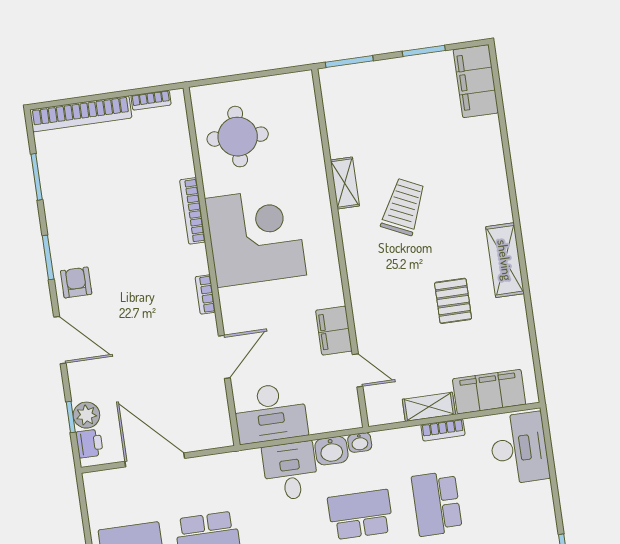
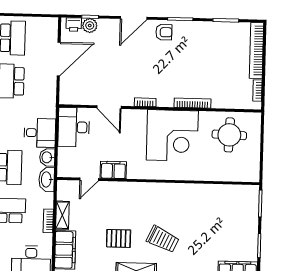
shelving: (345, 183) -> (194, 190), removed
trolley: (403, 207) -> (163, 239), moved
washbasin: (360, 443) -> (47, 179), width x1.91, depth x1.45

